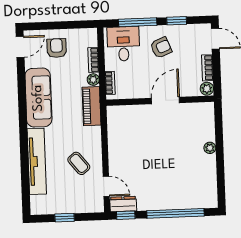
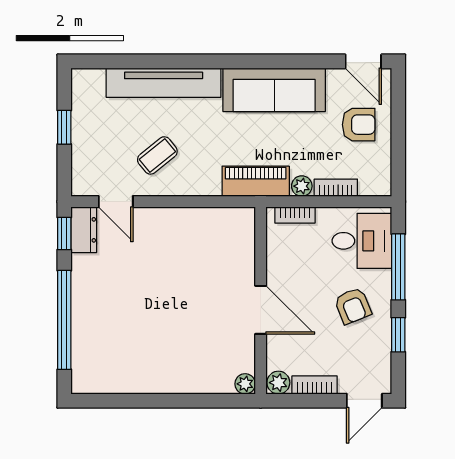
plant: (210, 148) -> (245, 384), moved
door: (106, 186) -> (116, 202), hinge flipped

